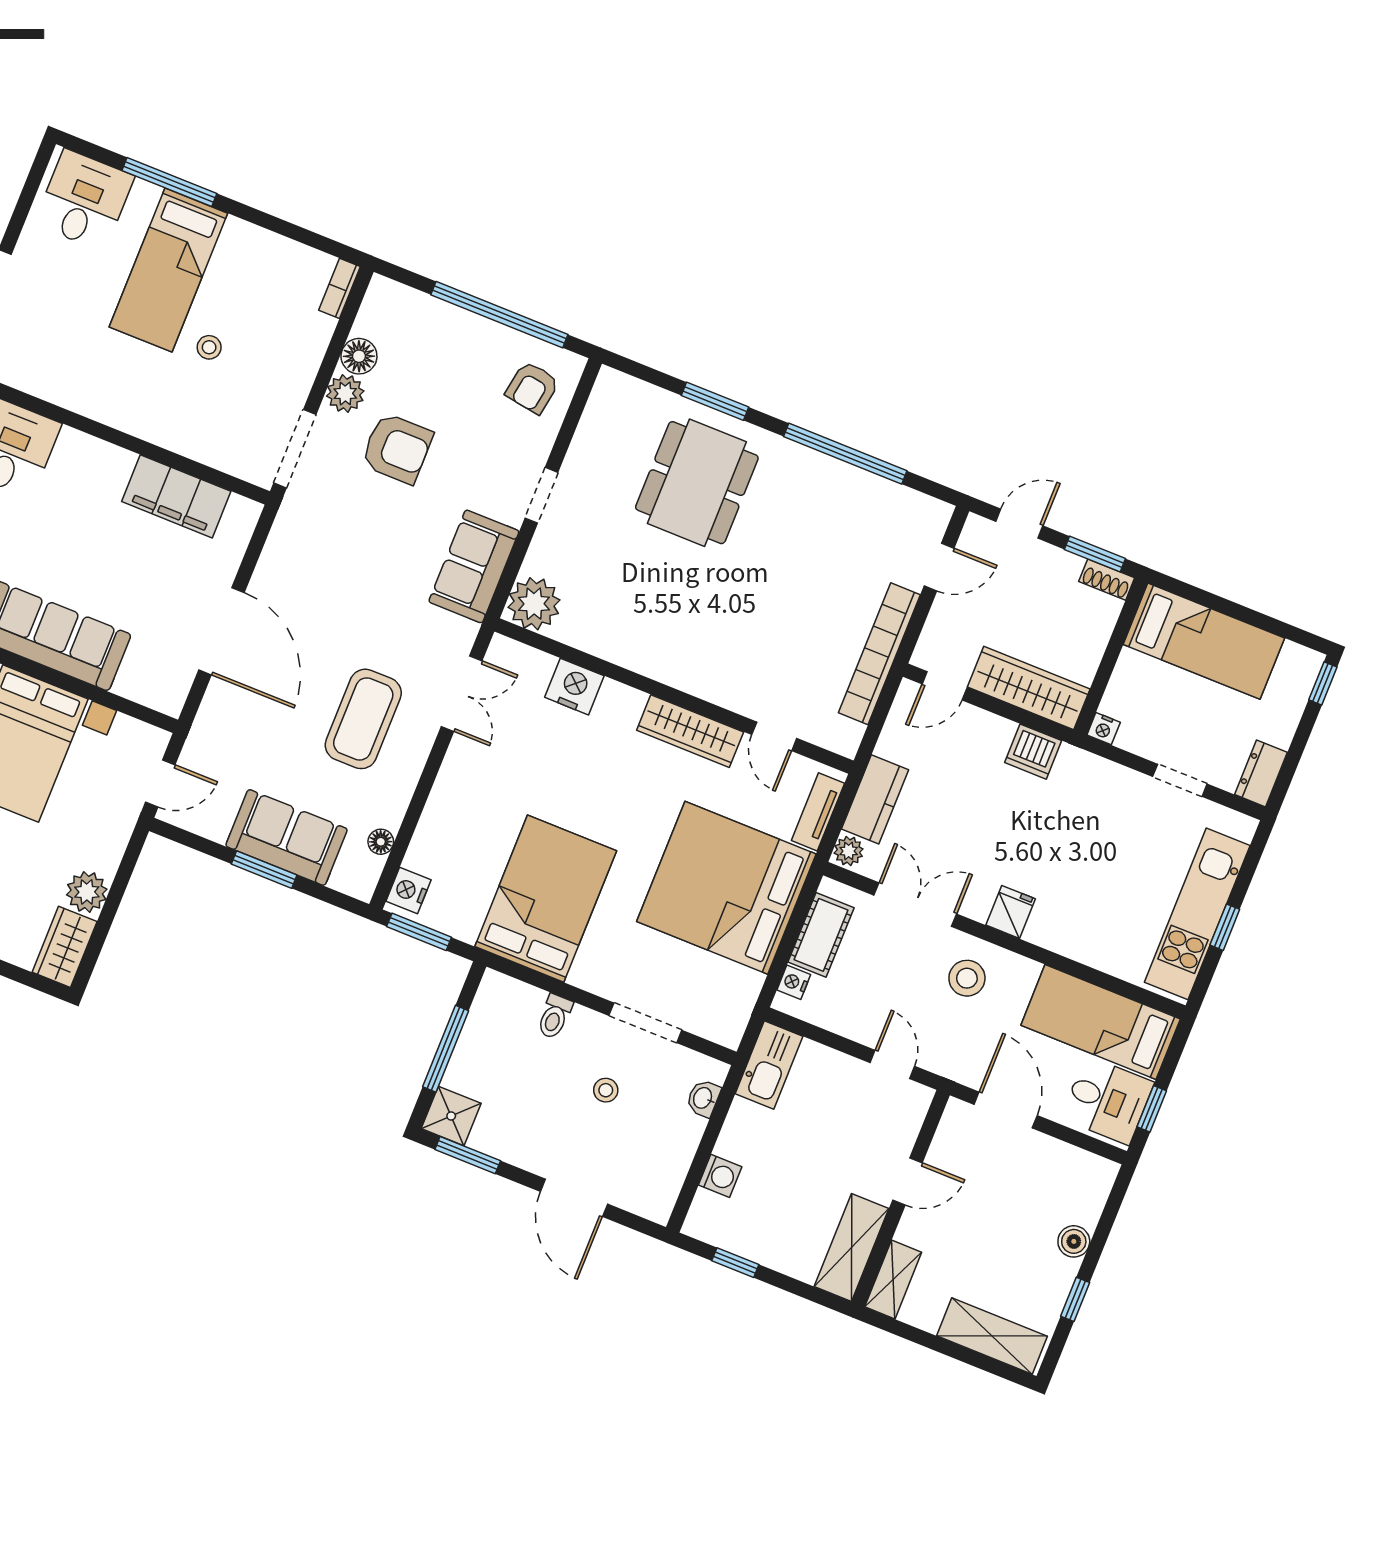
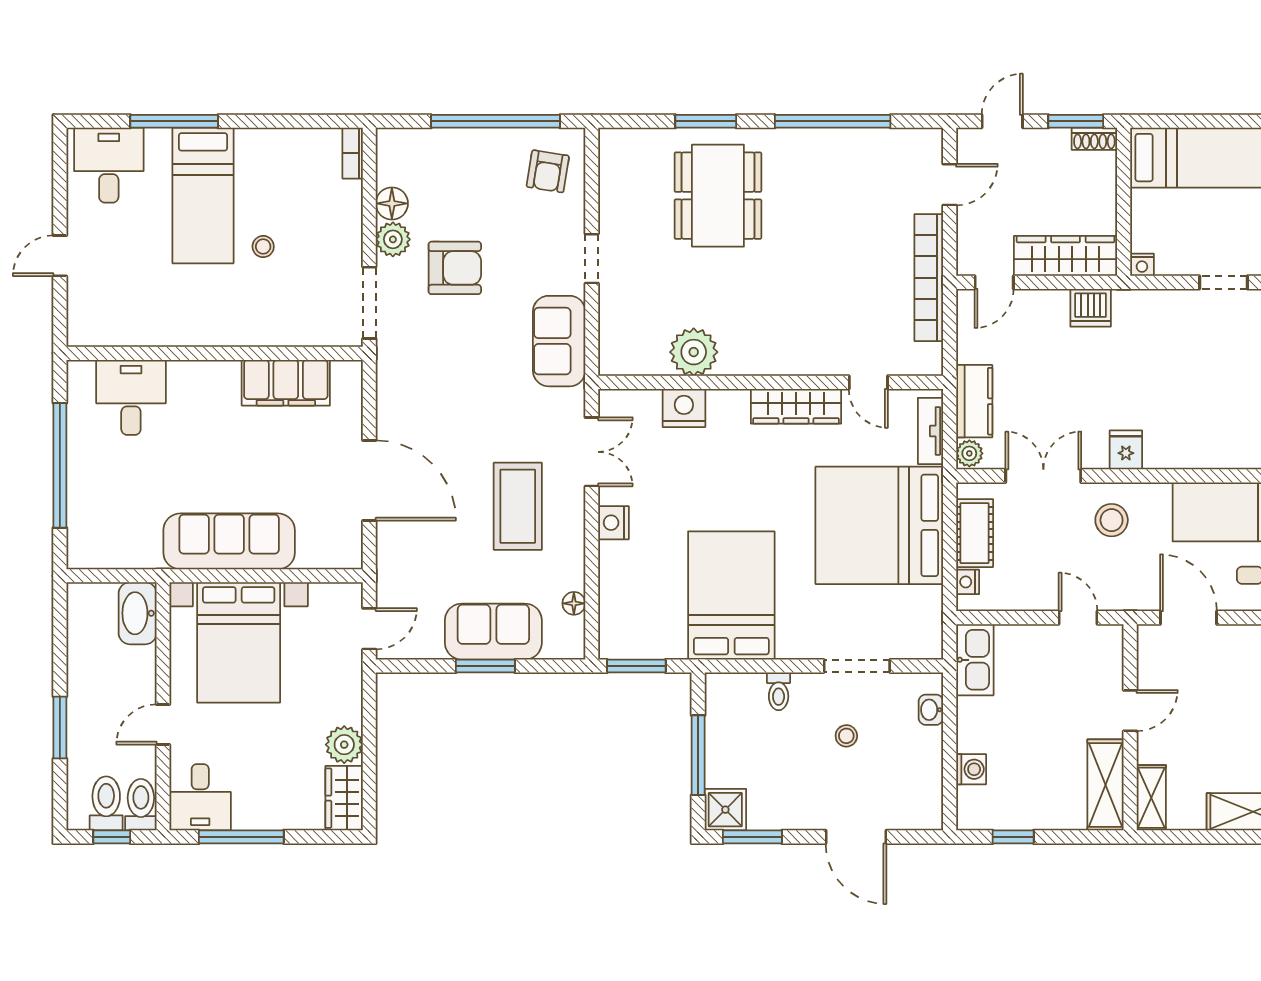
plant: (534, 604) -> (694, 352), moved
nightstand: (408, 890) -> (613, 523), moved

